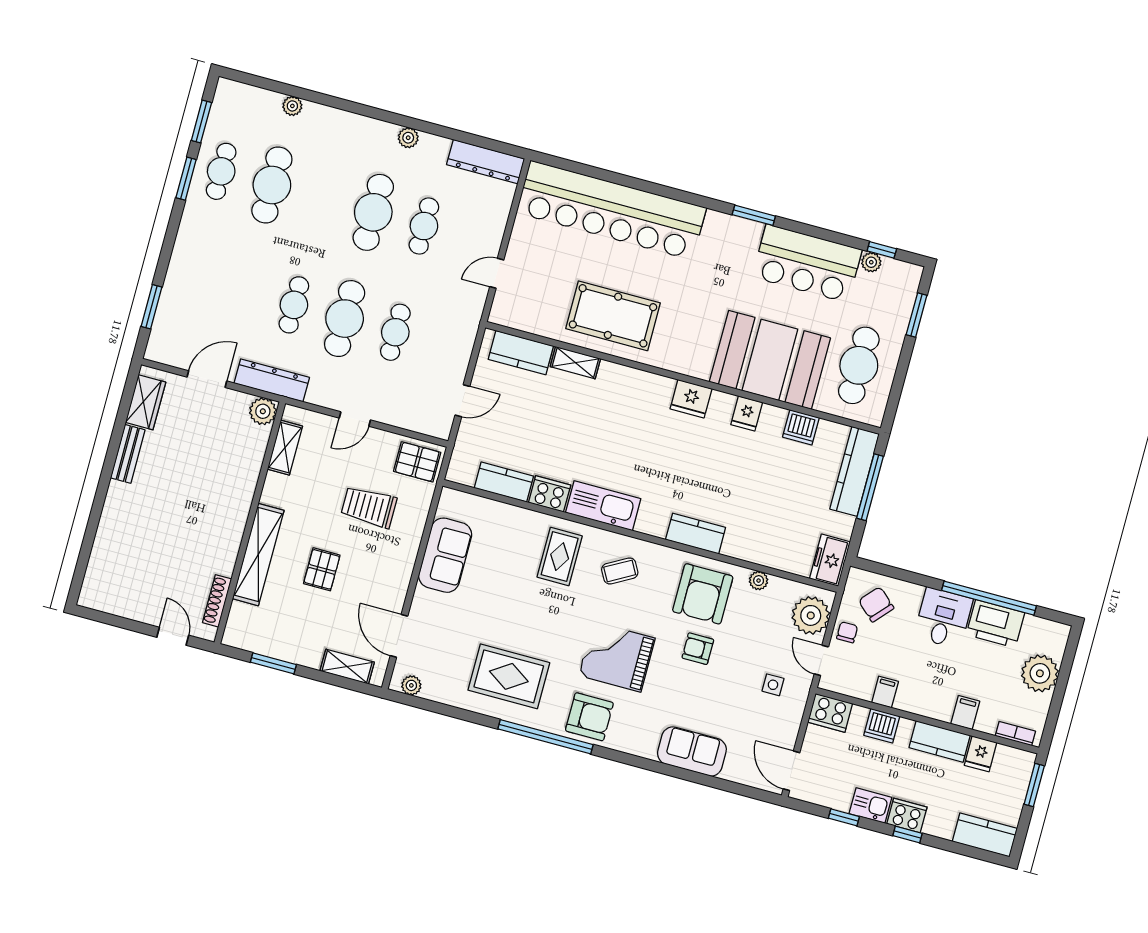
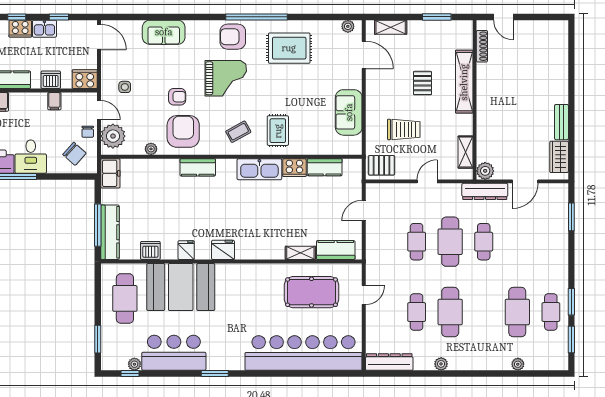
pool table: (613, 316) -> (312, 292), moved

